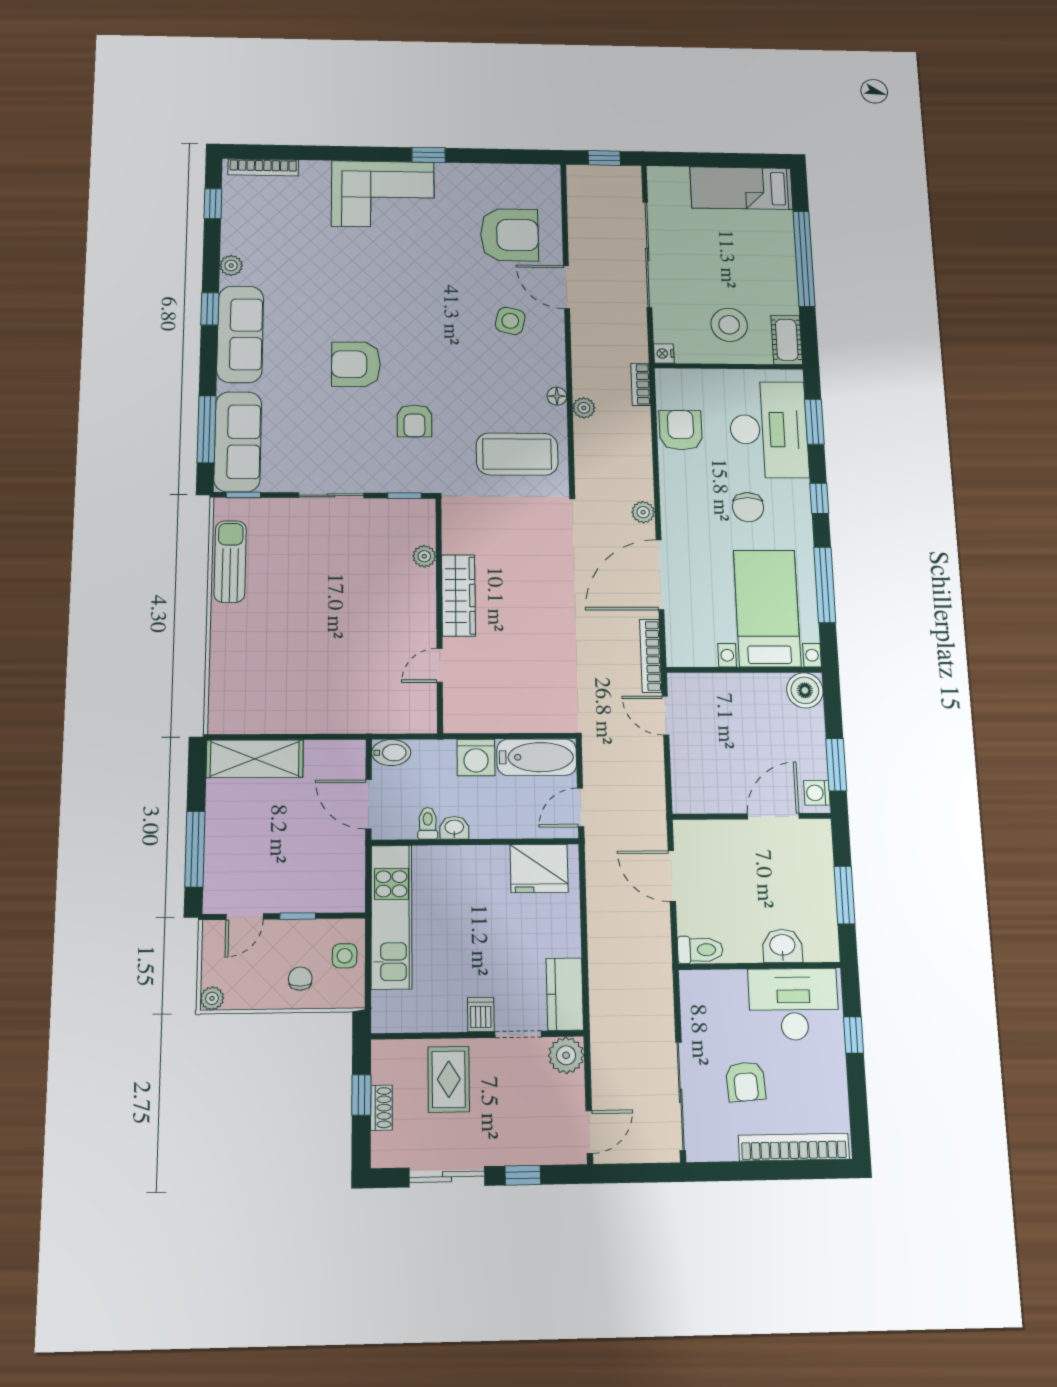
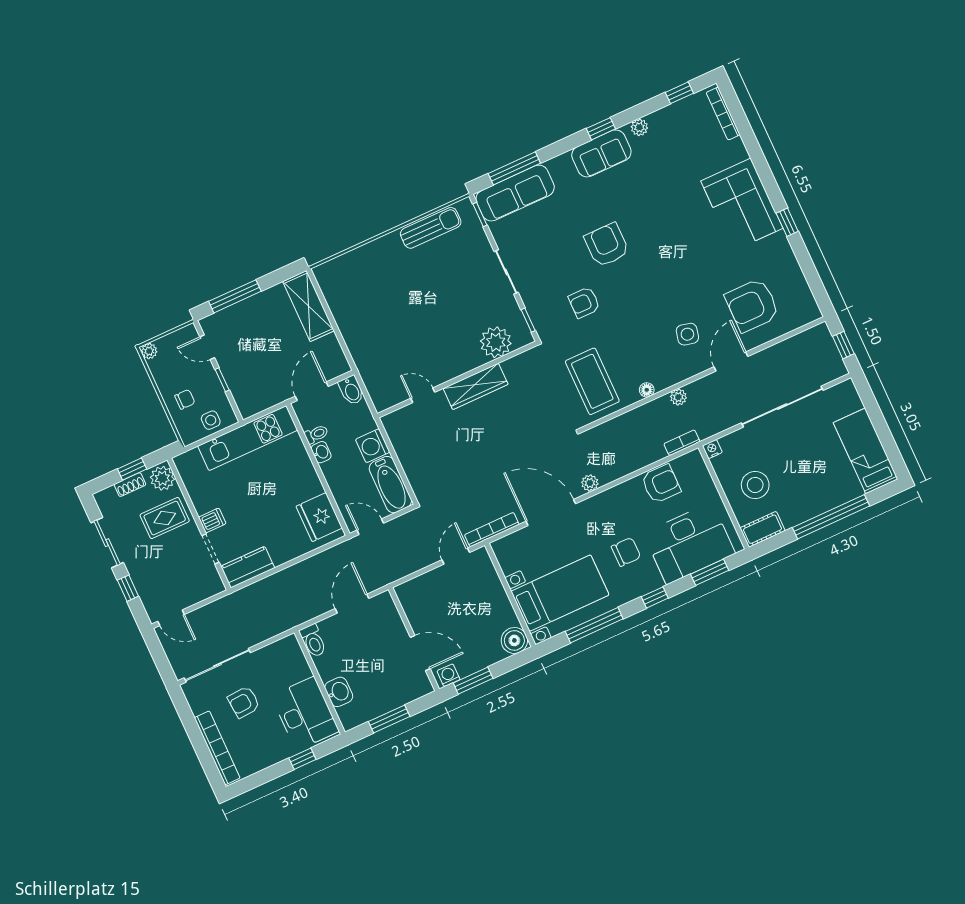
armchair: (510, 235) -> (752, 305), turned 90
sofa: (240, 334) -> (601, 153), width x0.73
plant: (584, 408) -> (678, 397), moved
chair: (748, 507) -> (626, 552), turned 180
plant: (424, 556) -> (496, 342), width x1.88, depth x1.88
plant: (566, 1055) -> (162, 478), moved

